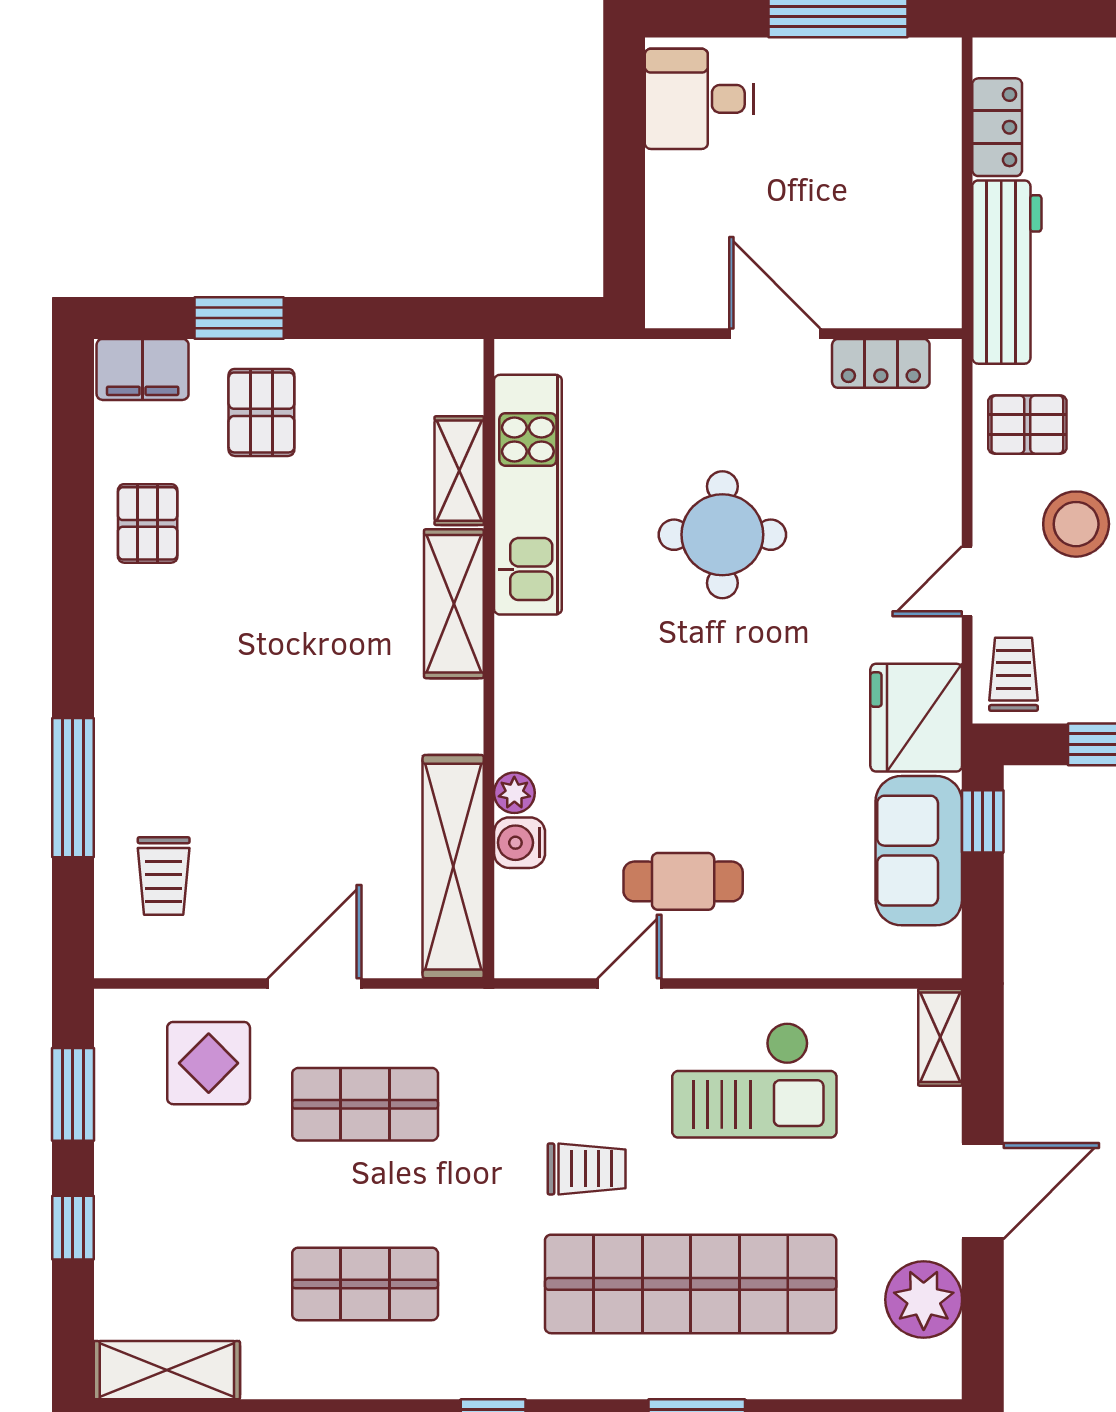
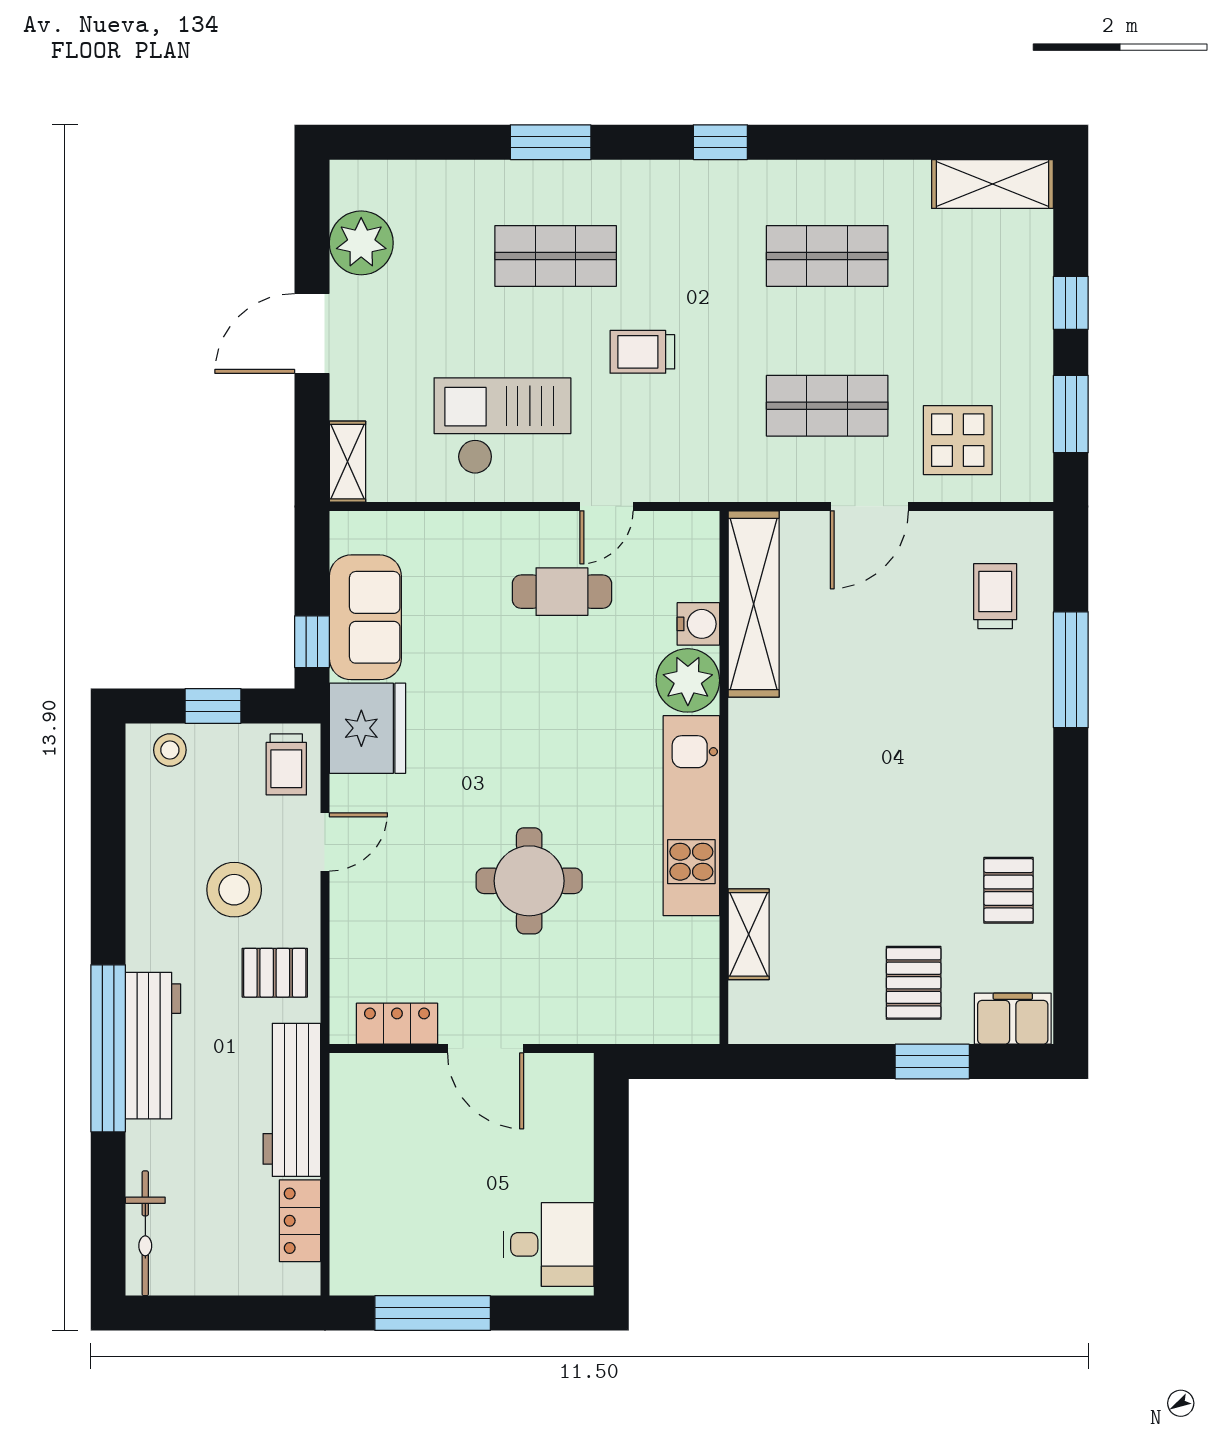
kitchen unit: (528, 495) -> (691, 816), moved
shelving: (454, 604) -> (753, 823), removed
plant: (514, 793) -> (688, 680), width x1.87, depth x1.87
shop shelf: (691, 1284) -> (556, 256), width x0.50, depth x0.74

